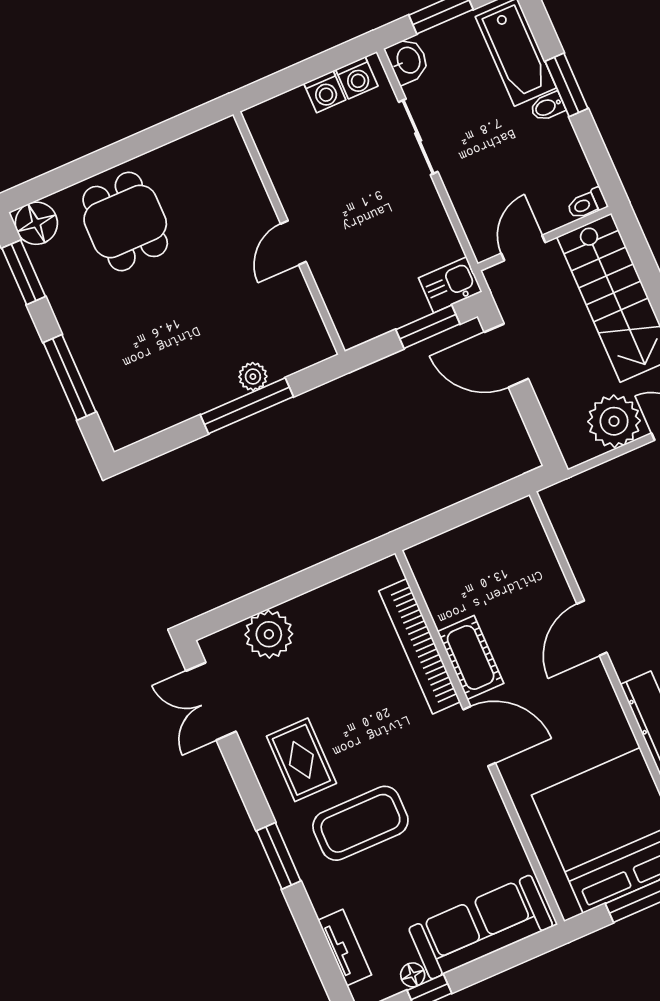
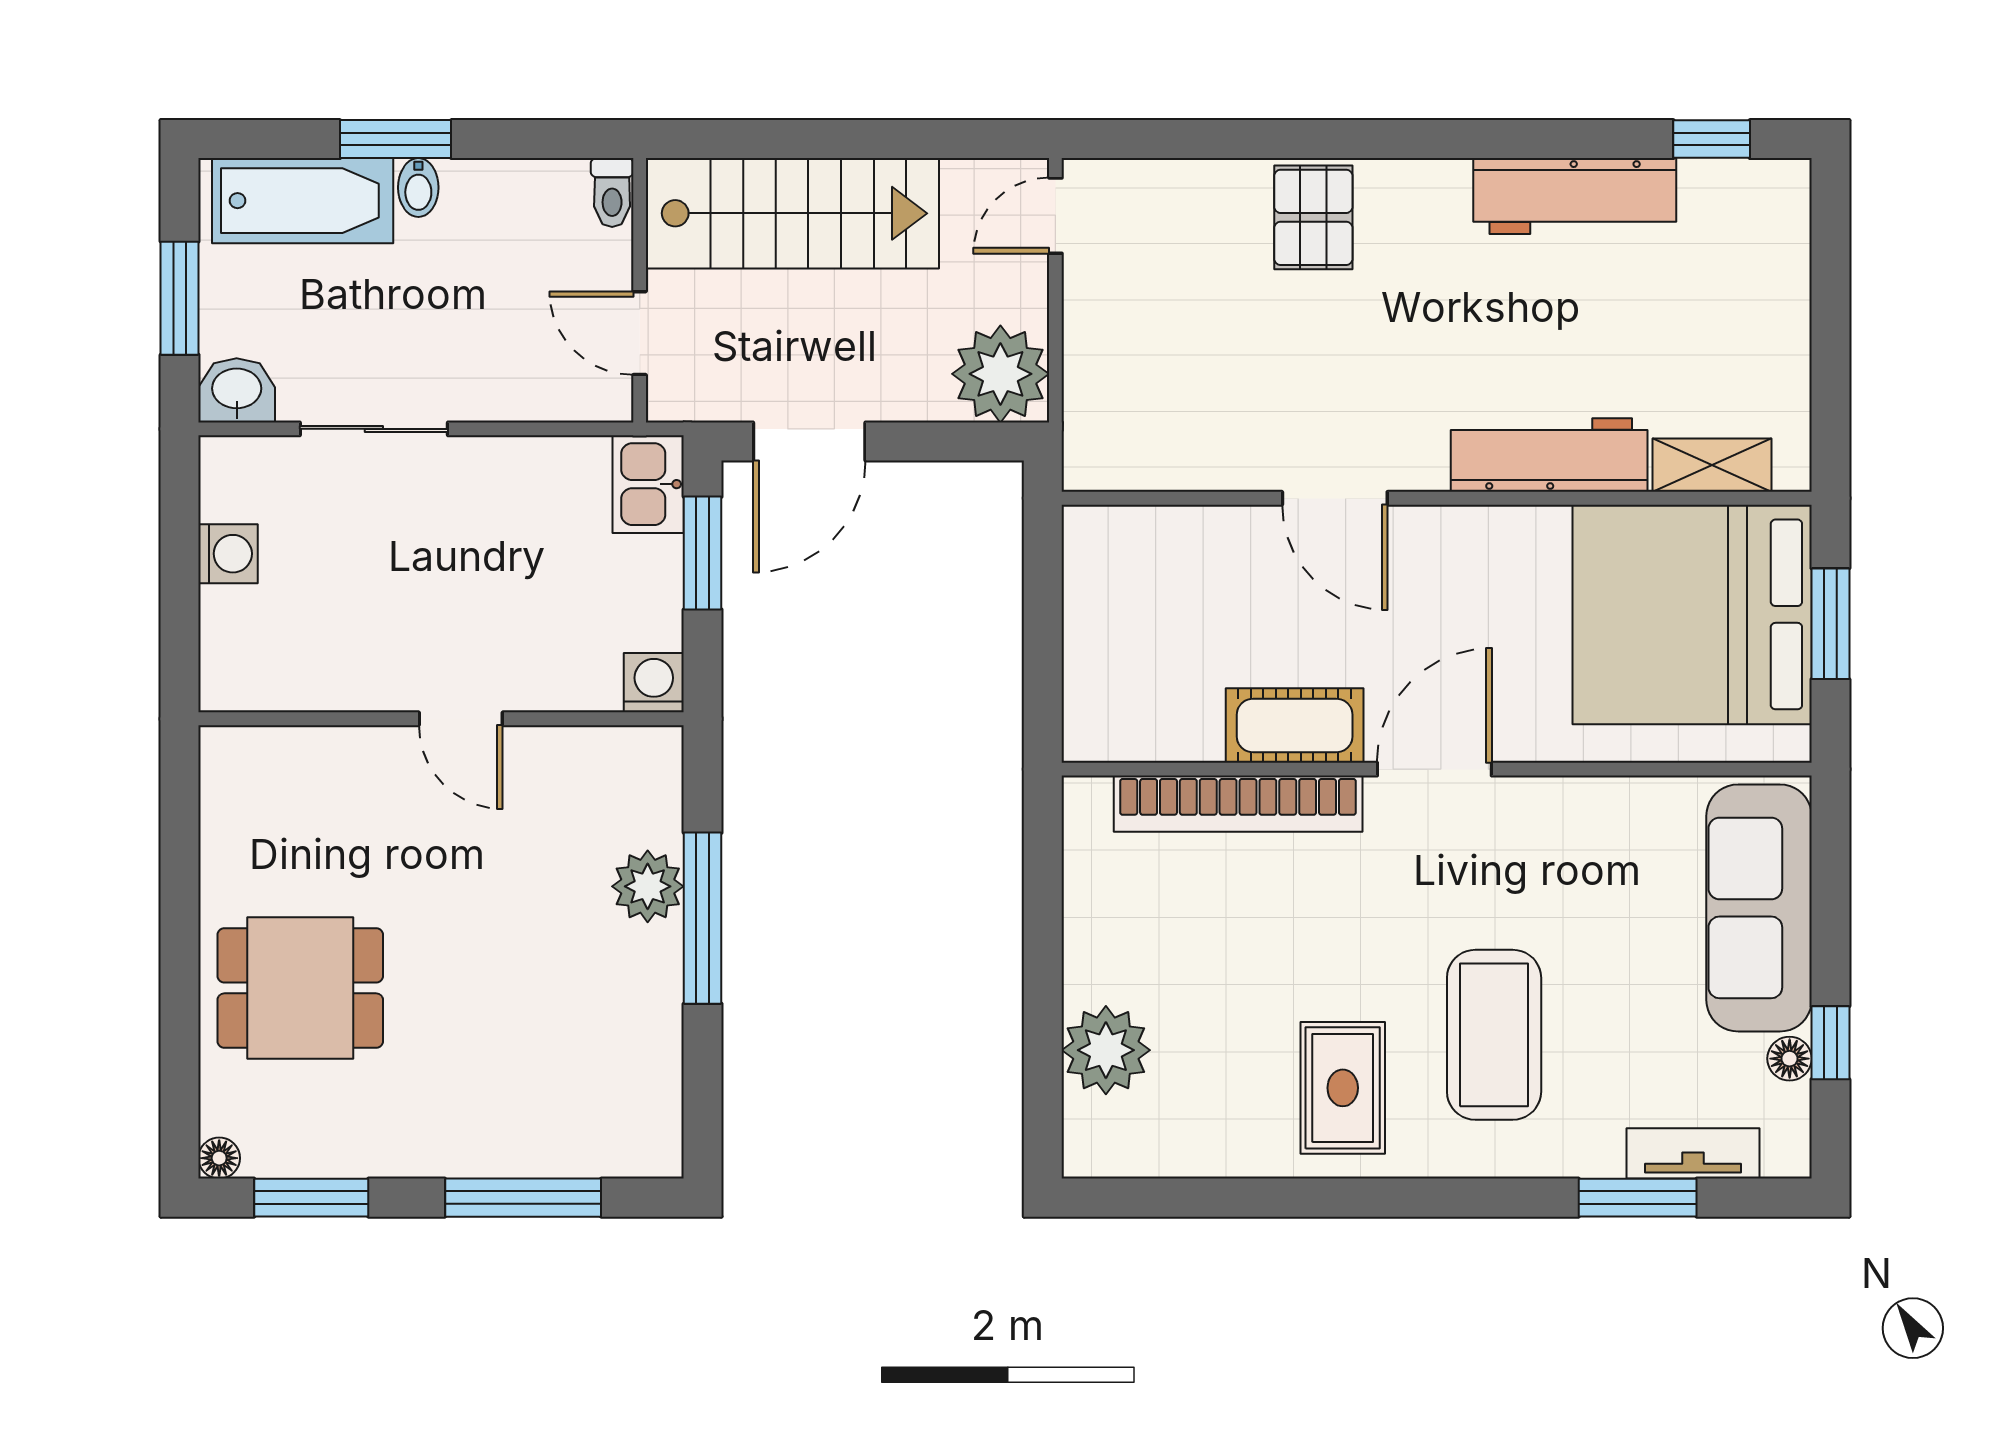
washing machine: (357, 78) -> (654, 683), moved, turned -90
floor lamp: (36, 223) -> (219, 1158), width x0.53, depth x0.53
plant: (253, 377) -> (648, 886), width x1.38, depth x1.38
plant: (614, 421) -> (1000, 374), moved
double door: (211, 701) -> (1176, 1198), removed
rug: (301, 760) -> (1343, 1088), turned 90
window: (279, 856) -> (1638, 1198), moved

